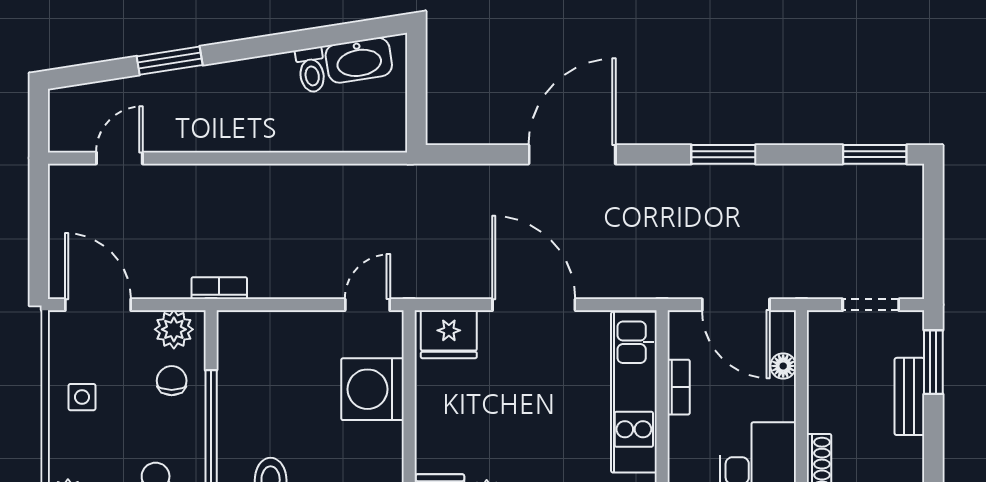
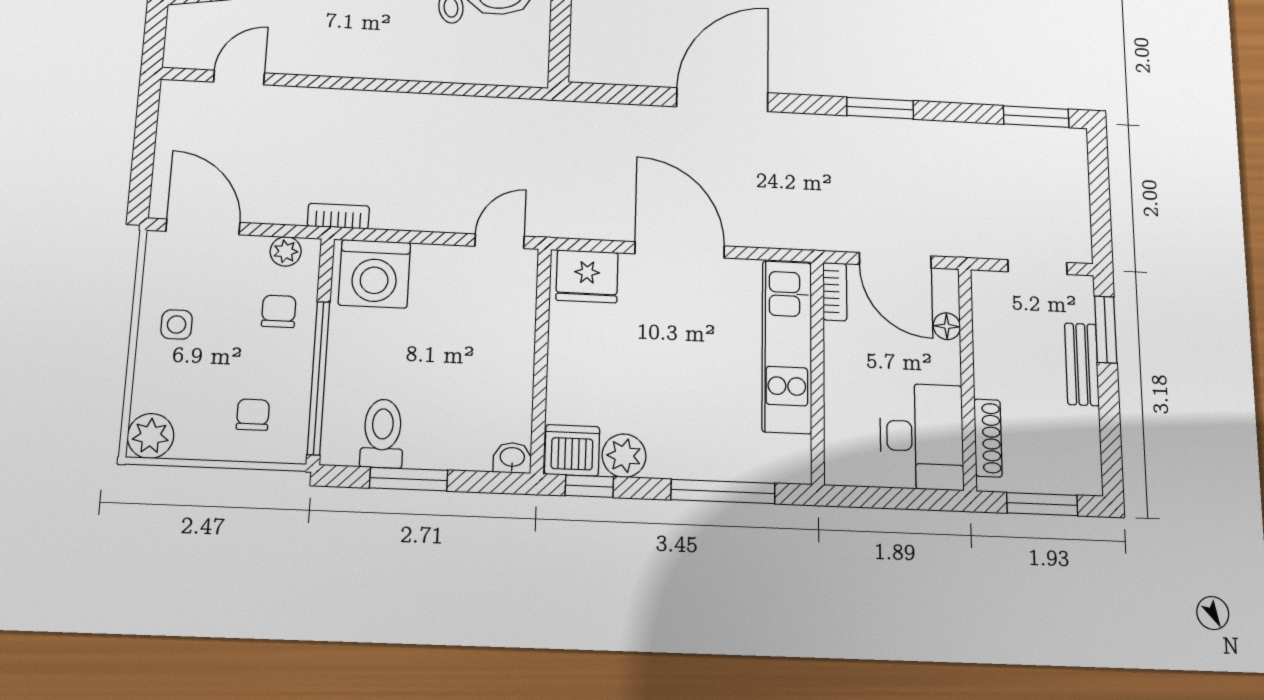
plant: (174, 329) -> (286, 251), width x0.73, depth x0.73
bookcase: (679, 387) -> (835, 292), moved
washing machine: (372, 389) -> (374, 274), moved, turned -90

